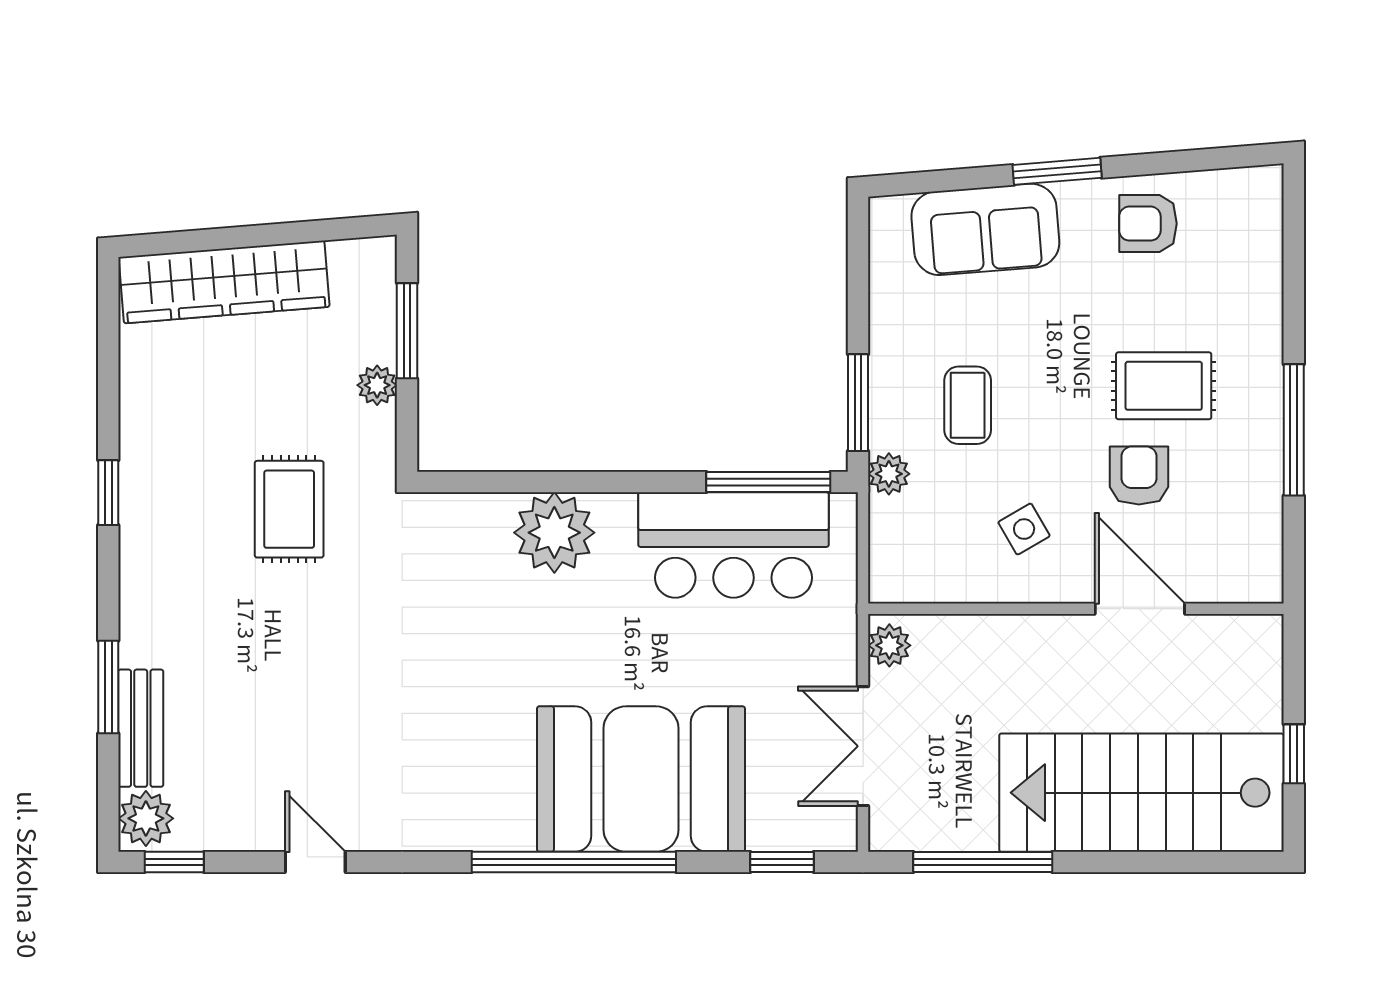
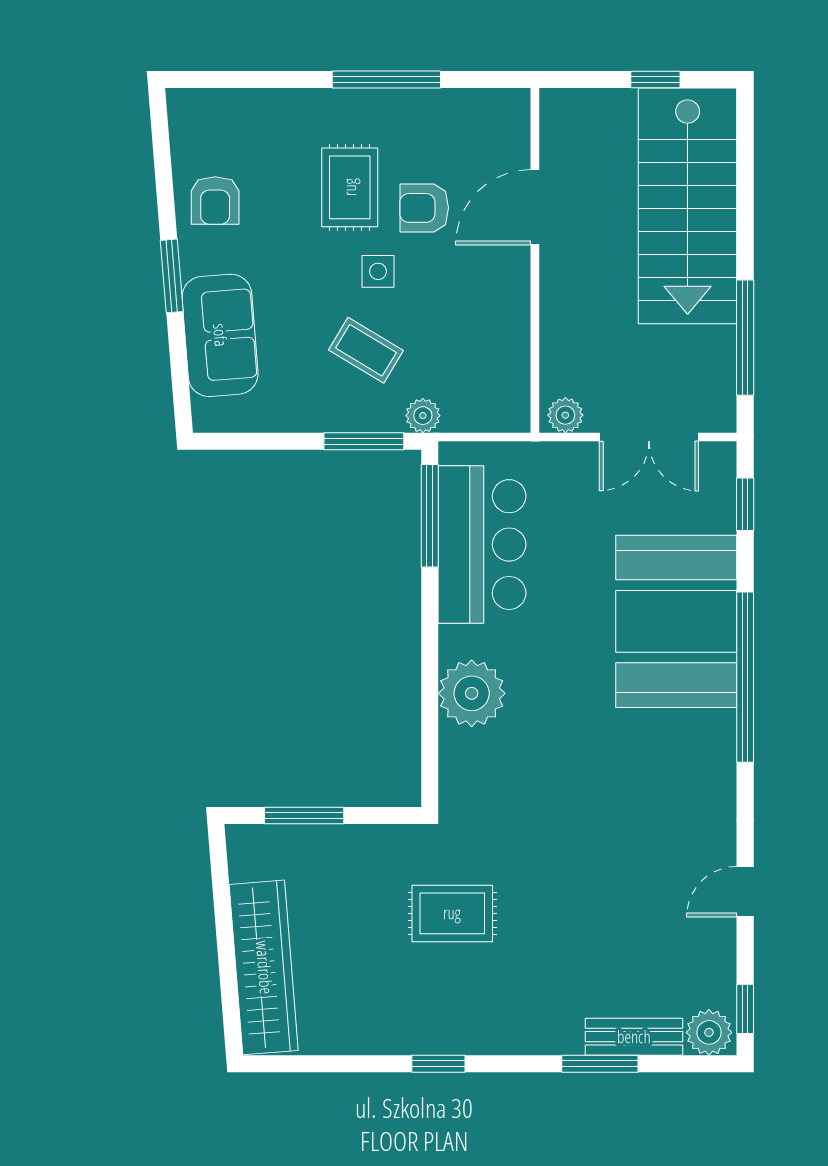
plant: (377, 385) -> (349, 840), removed
coffee table: (968, 405) -> (366, 350), turned 31
side table: (1024, 529) -> (378, 271), moved, turned 30

